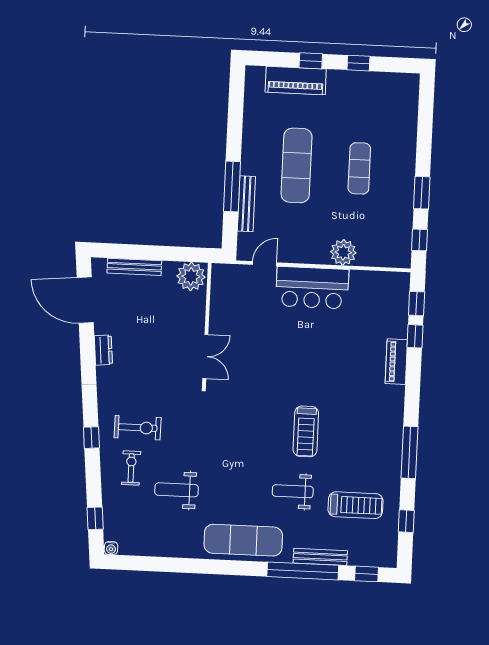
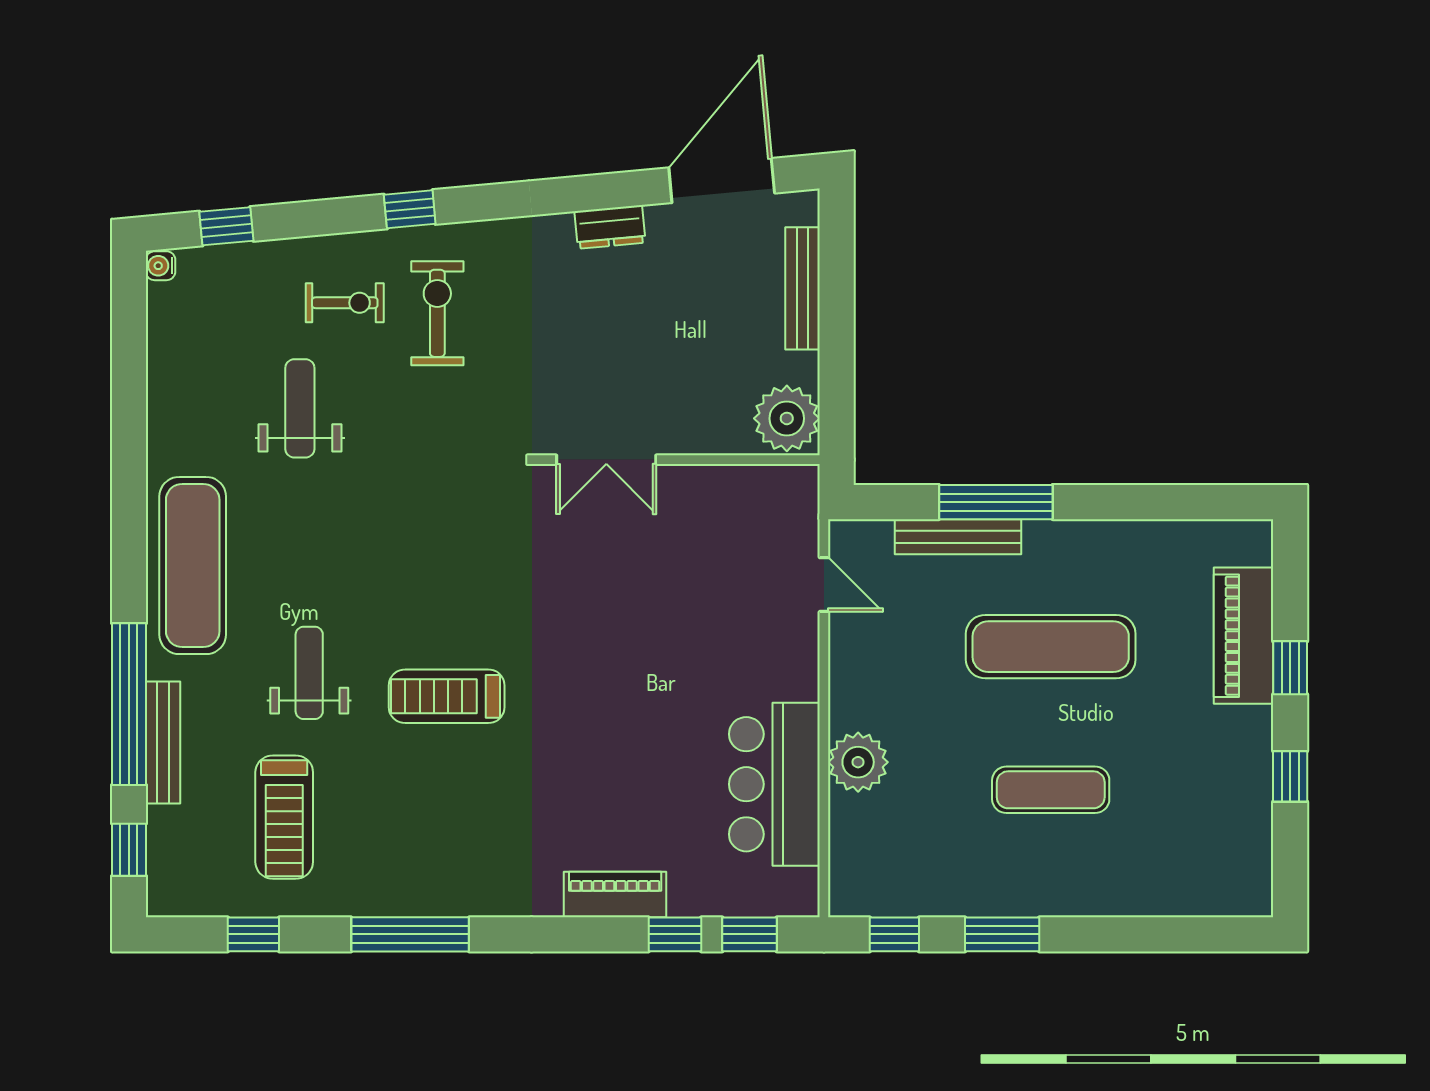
bar counter: (312, 288) -> (774, 784), moved
exercise bike: (138, 428) -> (437, 313), turned 180

